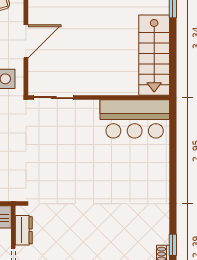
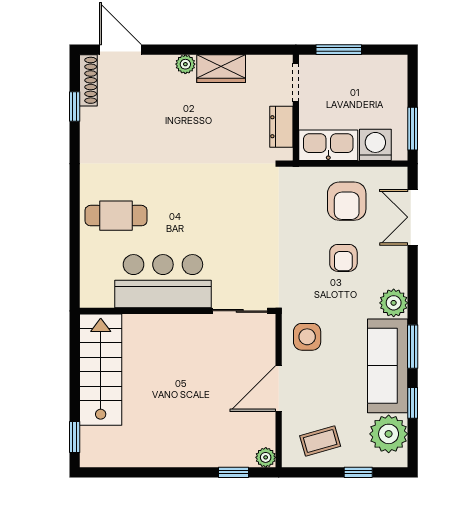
bar counter: (135, 119) -> (163, 281), moved
cafe table: (143, 166) -> (116, 216), added

